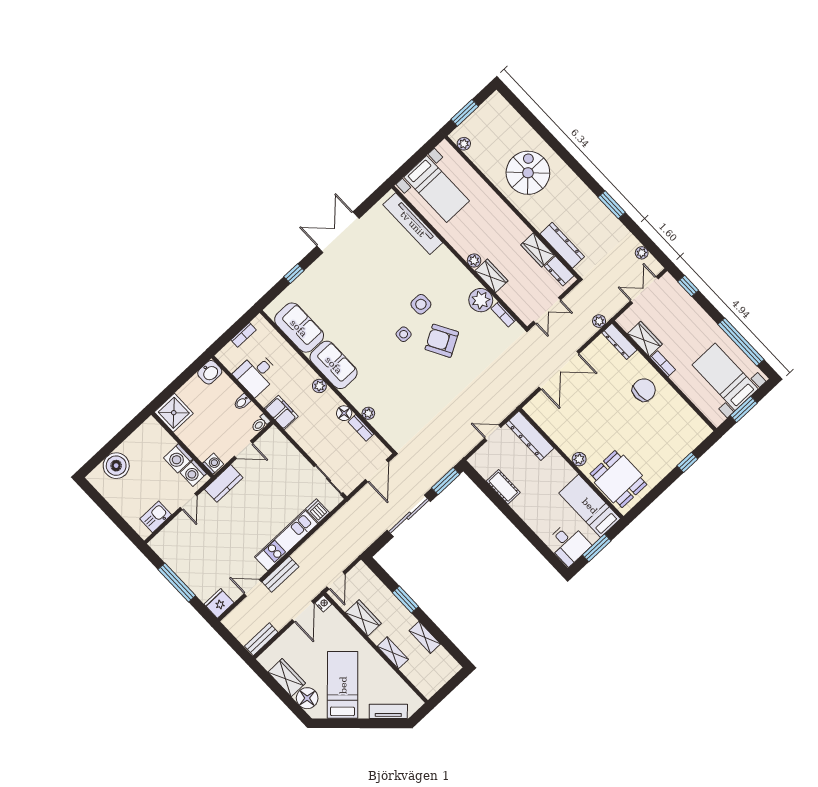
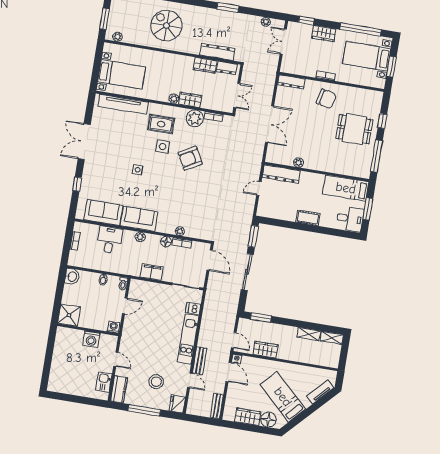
rug: (438, 278) -> (161, 124), added
plant: (599, 321) -> (271, 79), removed
side table: (404, 334) -> (138, 170), moved
wardrobe: (645, 339) -> (324, 34), moved, turned 180
desk: (256, 374) -> (110, 240), moved, turned 180
chair: (644, 390) -> (326, 99), turned 103
filing cabinet: (281, 412) -> (152, 272), moved
plant: (579, 459) -> (299, 163), moved
boiler: (116, 466) -> (59, 370), removed
washing machine: (193, 473) -> (106, 341), removed
dining table: (618, 479) -> (354, 129), moved
kitchen counter: (224, 483) -> (119, 389), moved
cot: (503, 487) -> (308, 218), moved
window: (651, 496) -> (377, 156), added
stool: (214, 561) -> (156, 382), added
door: (253, 588) -> (190, 380), swing flipped
window: (405, 599) -> (261, 318), moved
shelving: (393, 653) -> (332, 338), moved

